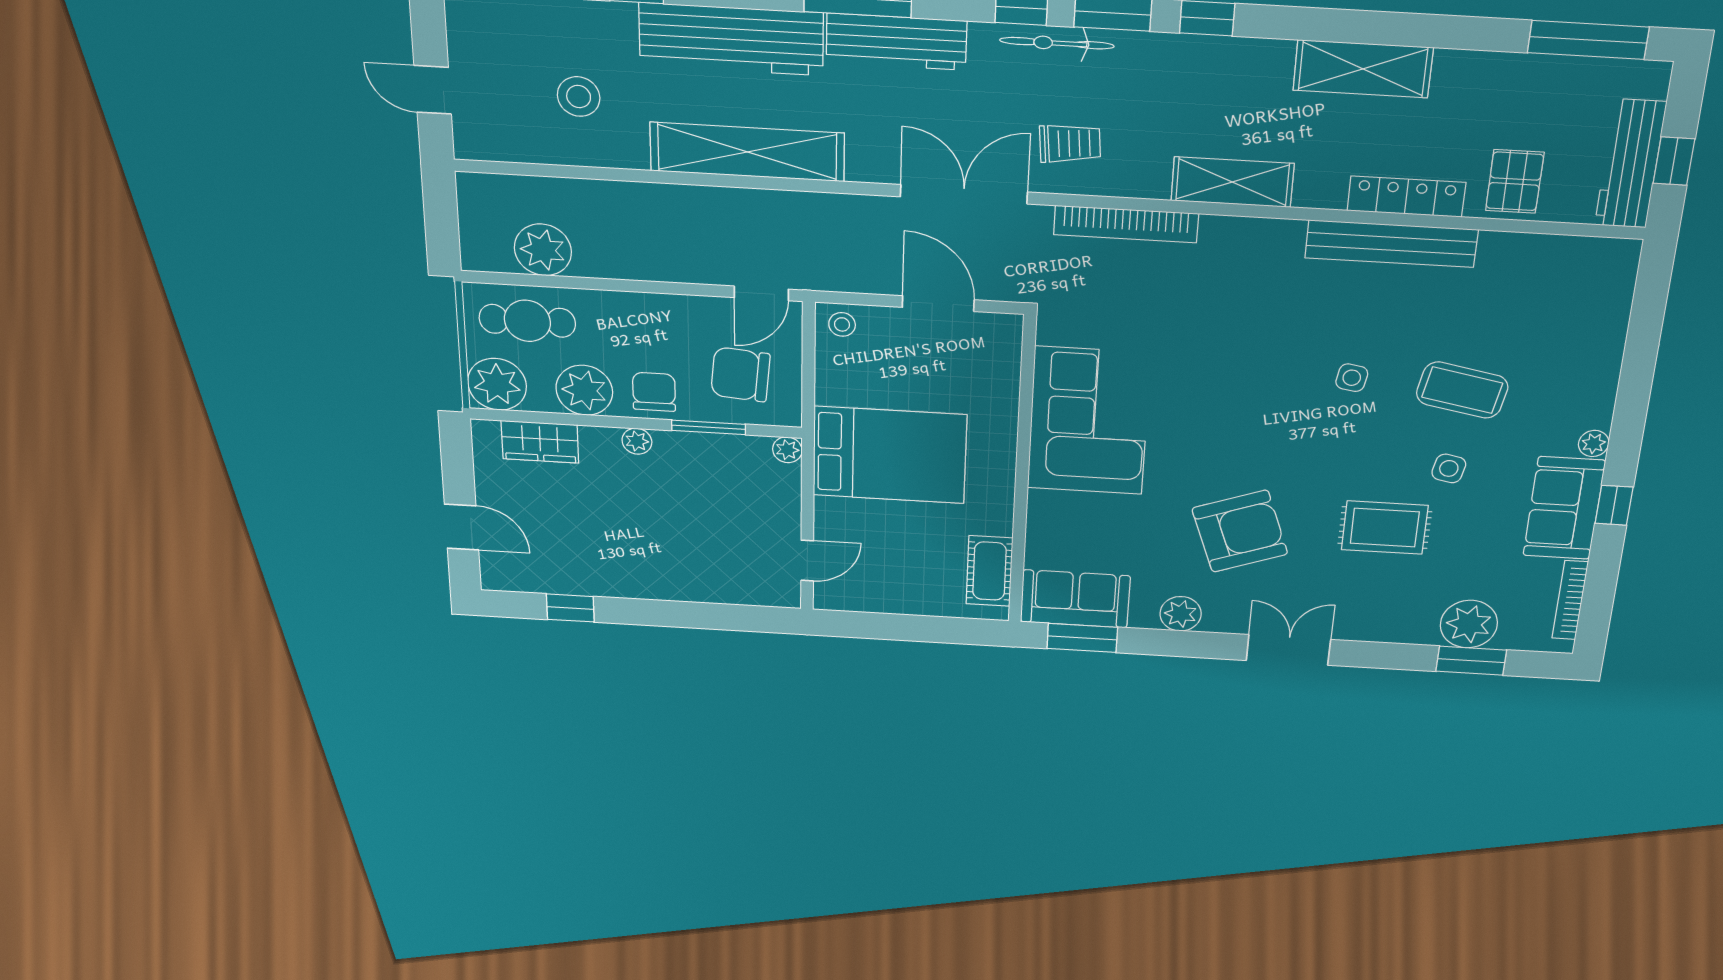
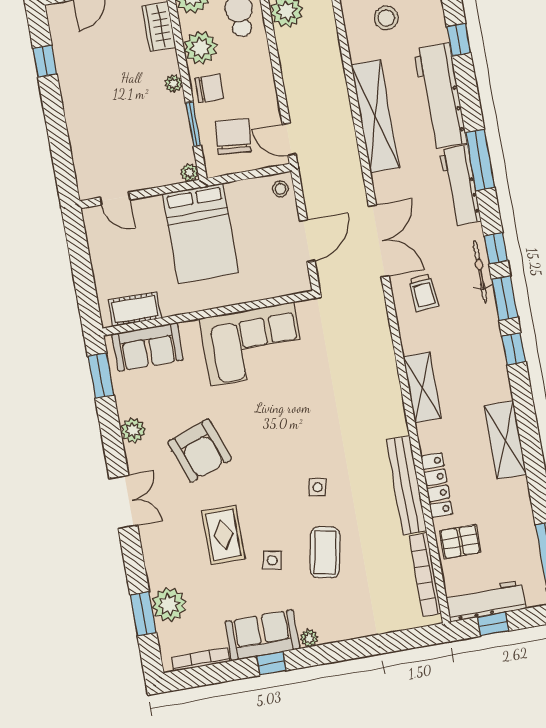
bookcase: (1126, 224) -> (425, 575), moved
sofa: (1075, 599) -> (148, 347), moved, turned 90

